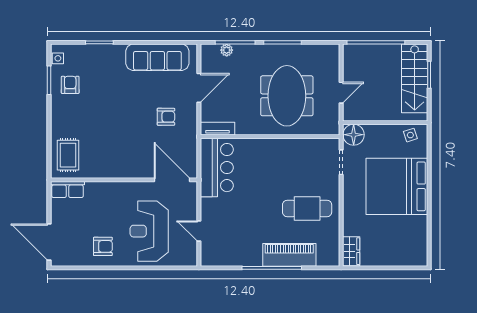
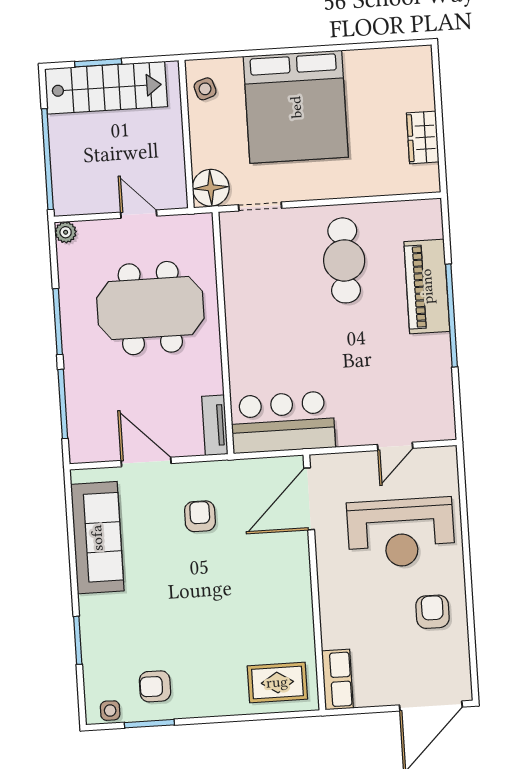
plant: (227, 50) -> (66, 232), moved
wardrobe: (351, 251) -> (423, 137), moved, turned -90

